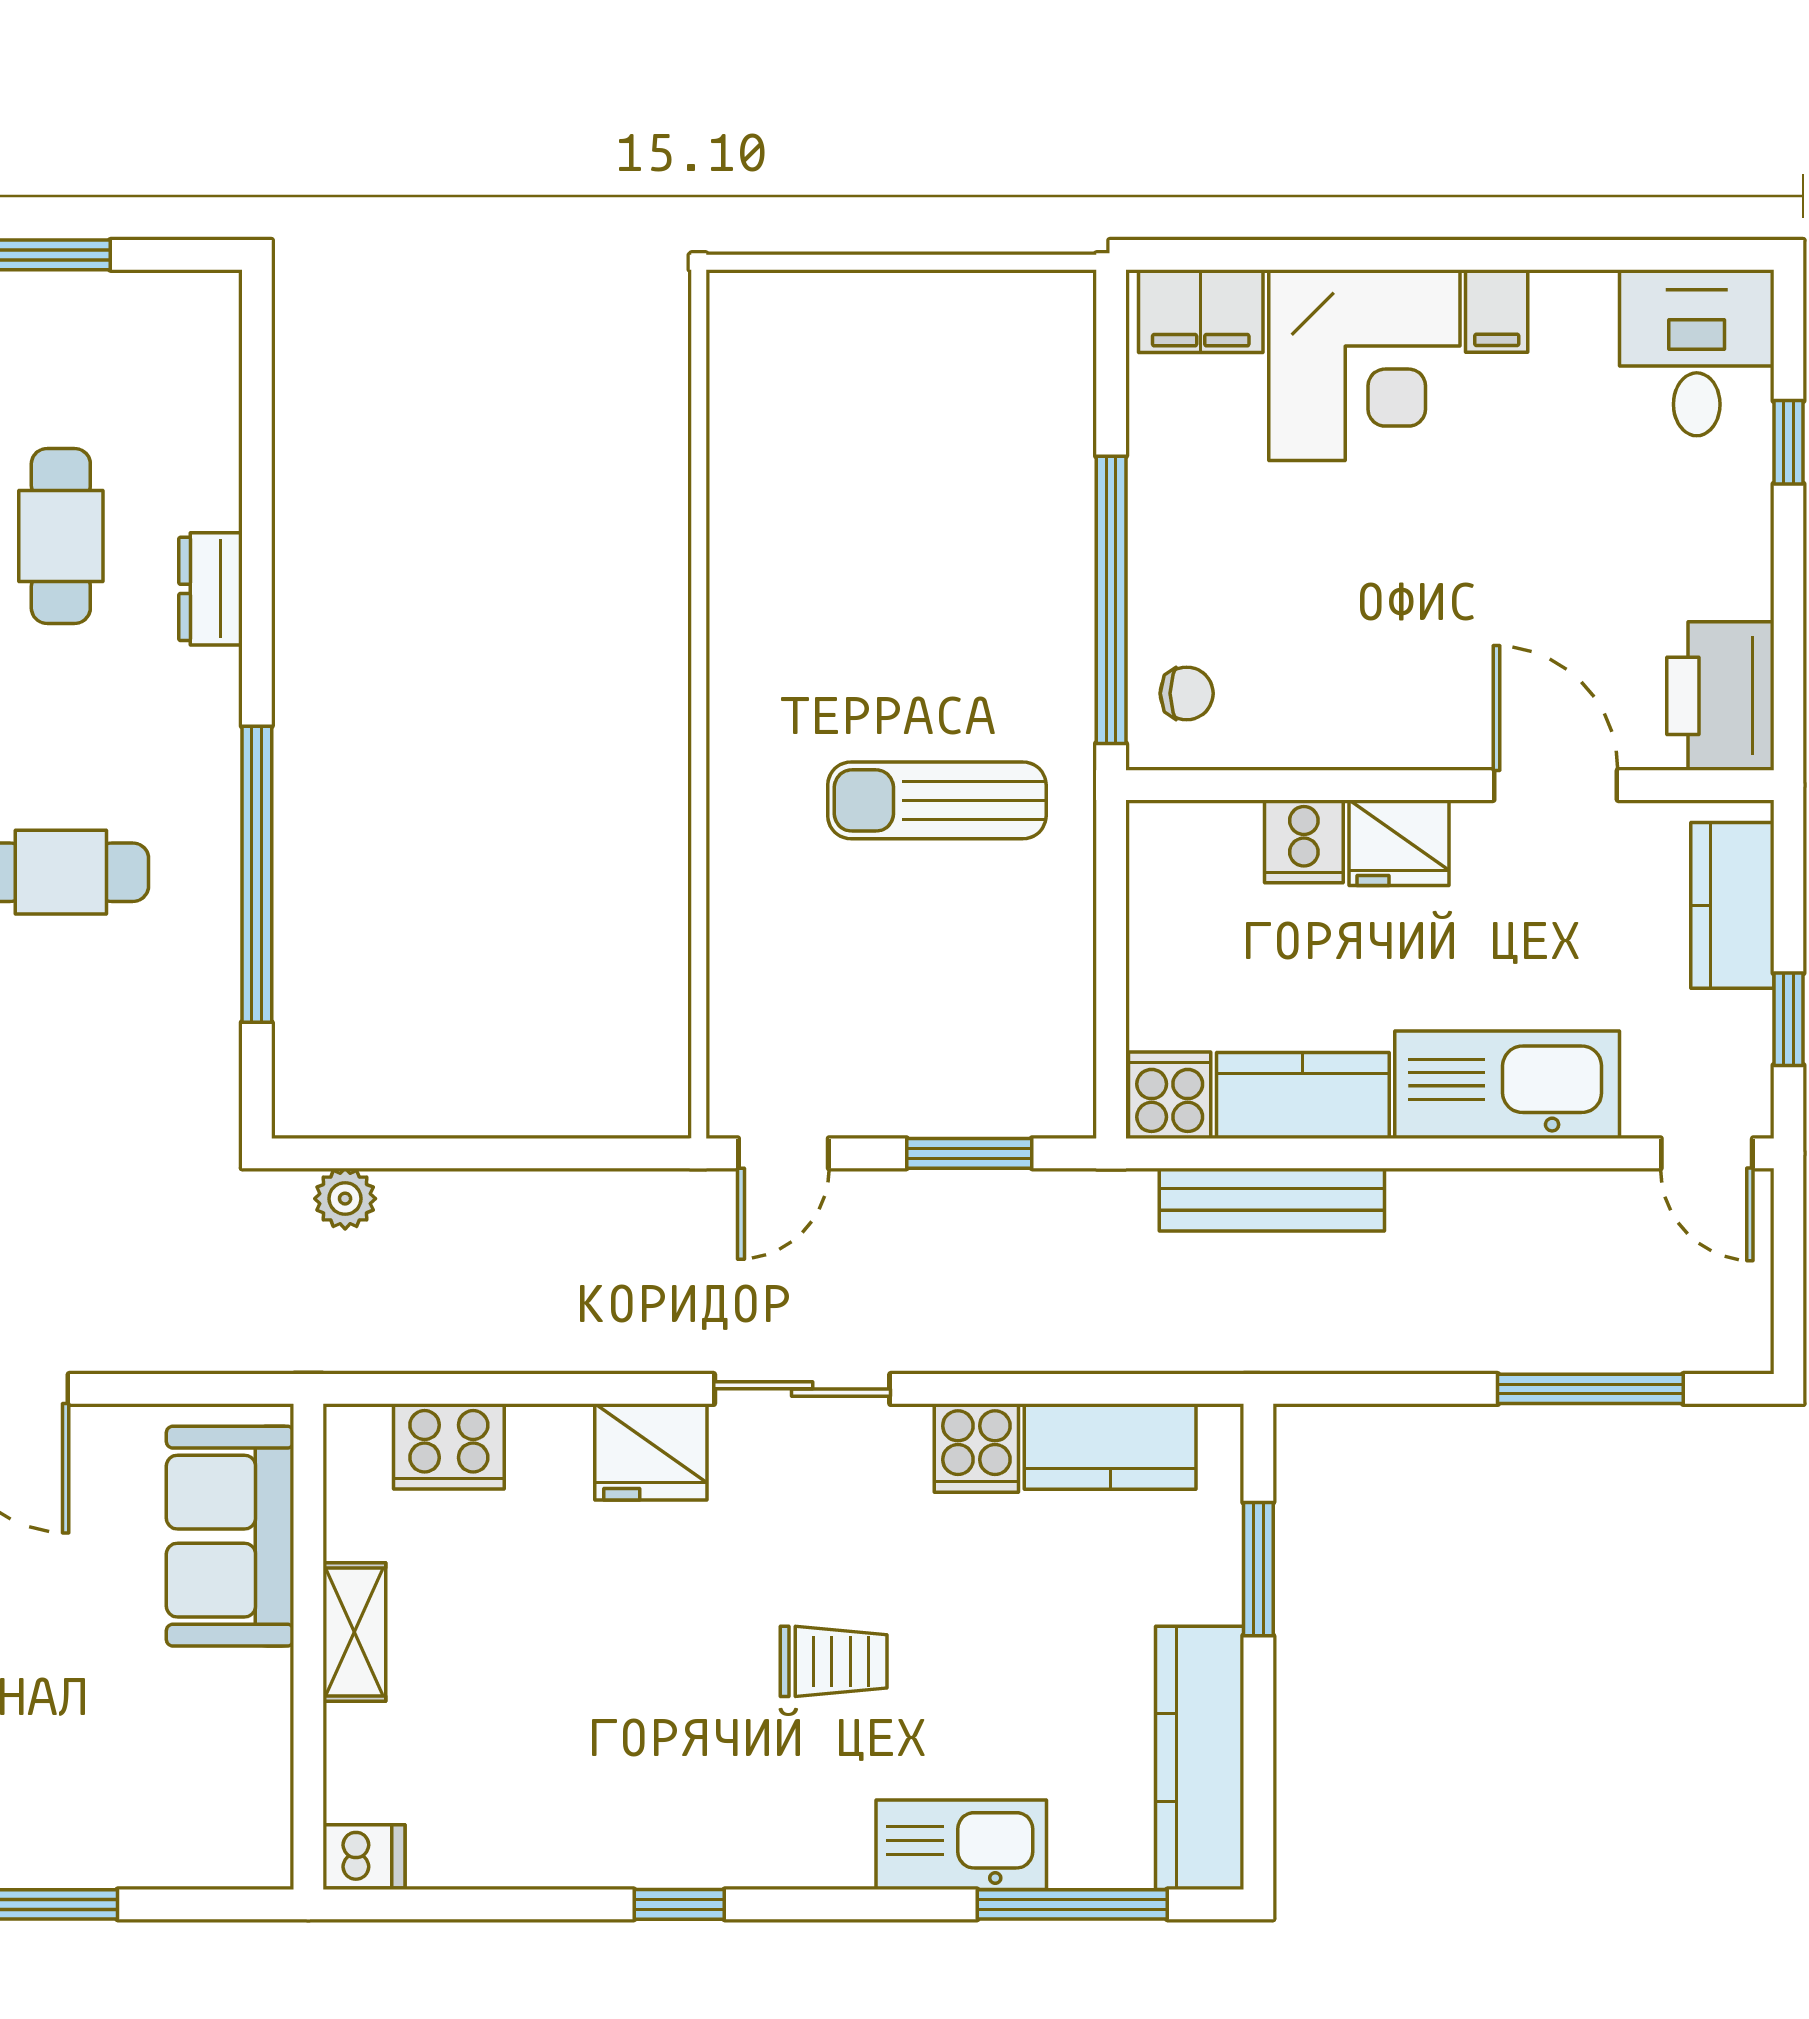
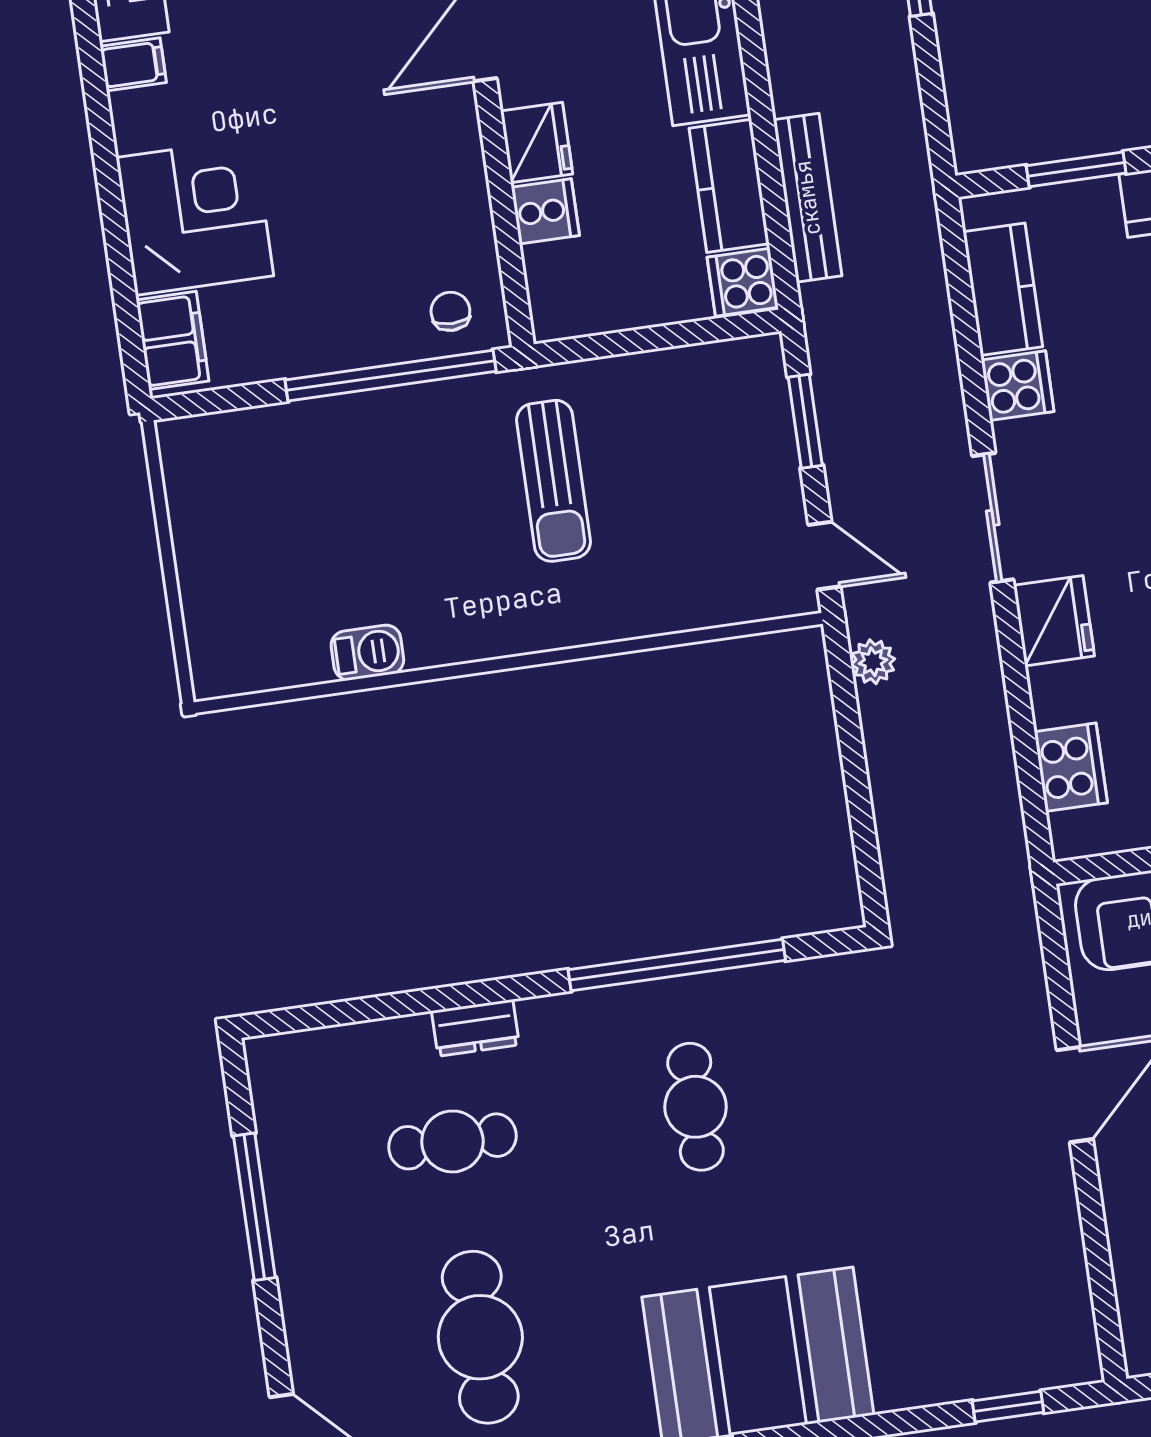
filing cabinet: (1497, 311) -> (133, 64), moved
barbecue: (740, 515) -> (367, 653), added
plant: (345, 1199) -> (873, 662), moved

